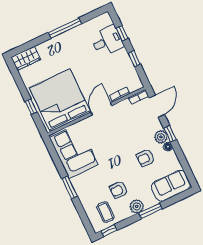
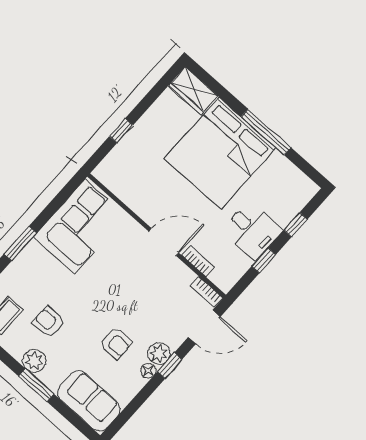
desk: (107, 41) -> (252, 230), moved
bed: (60, 100) -> (220, 153), moved, turned 180
armchair: (146, 158) -> (116, 343), turned 180

